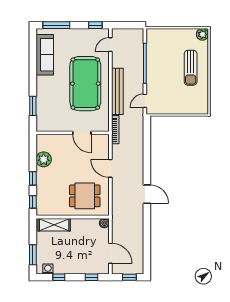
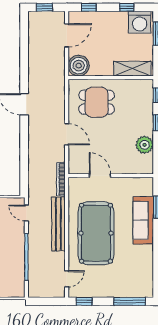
sofa: (45, 55) -> (143, 220), moved
door: (145, 101) -> (26, 213), swing flipped
boiler: (104, 223) -> (79, 66), width x1.86, depth x1.86
door: (110, 253) -> (67, 35), swing flipped
washing machine: (48, 269) -> (140, 22), width x1.89, depth x1.89

